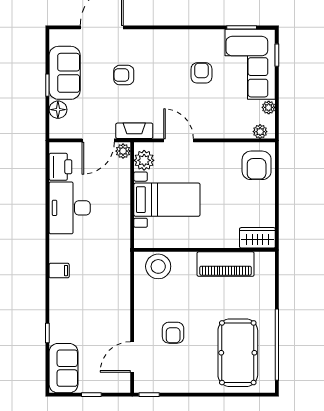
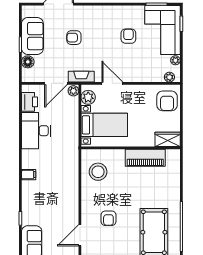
wardrobe: (257, 238) -> (168, 139), moved
wall: (205, 250) -> (131, 148), moved
piano: (226, 264) -> (145, 158), moved

